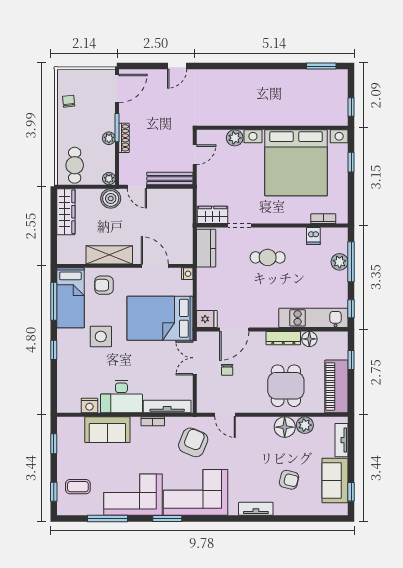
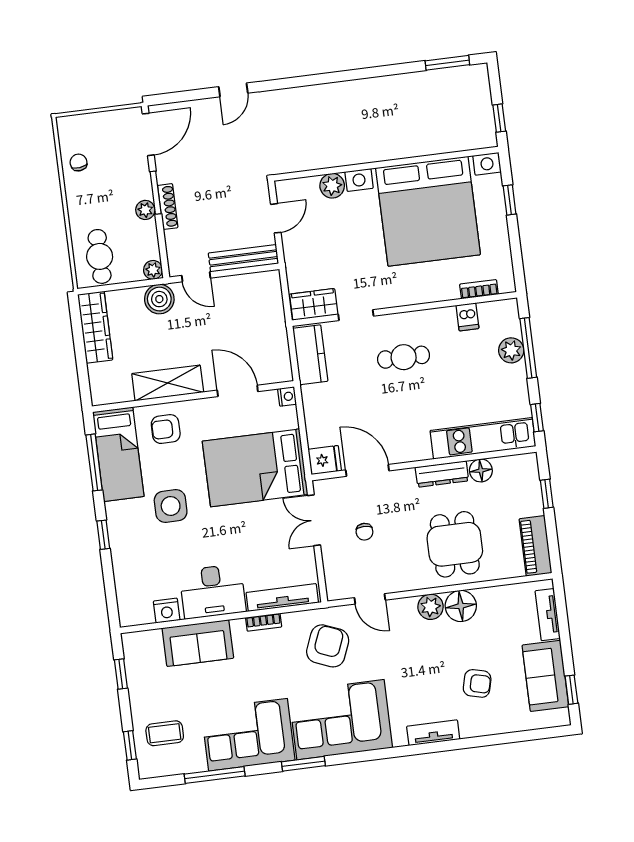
door: (234, 329) -> (367, 470), swing flipped
piano: (336, 386) -> (535, 546), width x0.73, depth x0.75
plant: (305, 425) -> (431, 607), moved

